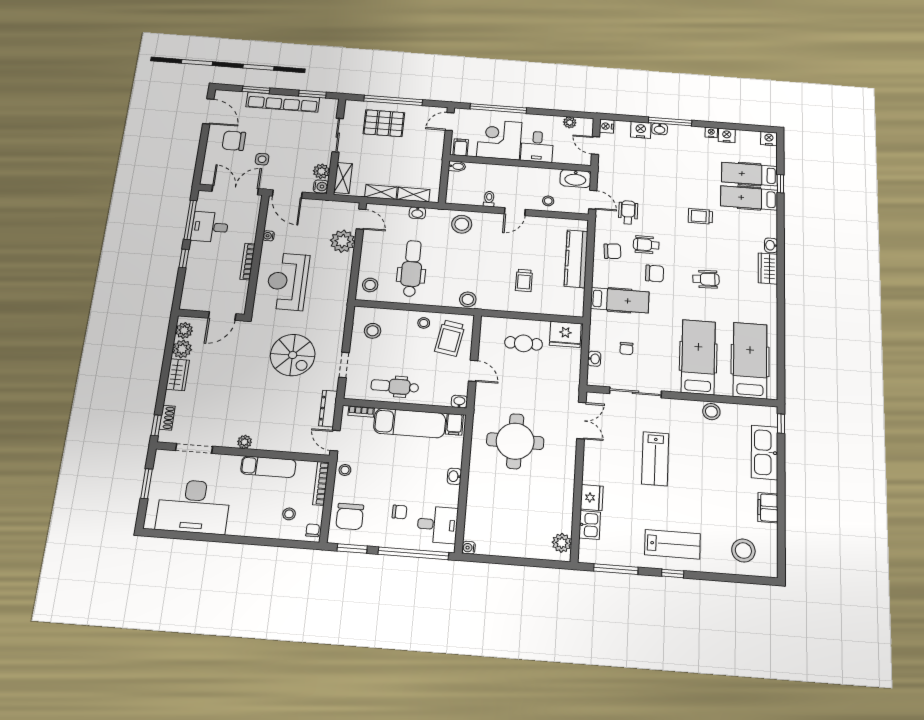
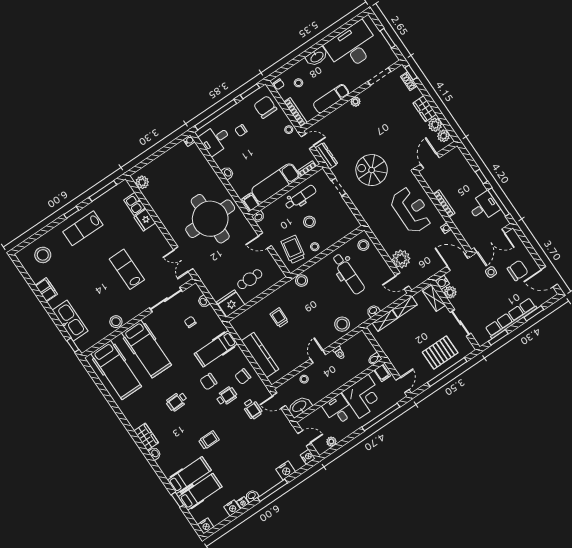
washbasin: (660, 129) -> (252, 496), moved
stool: (373, 331) -> (309, 222), moved
round table: (515, 441) -> (210, 219), width x1.36, depth x1.36
washbasin: (243, 527) -> (317, 57), added

